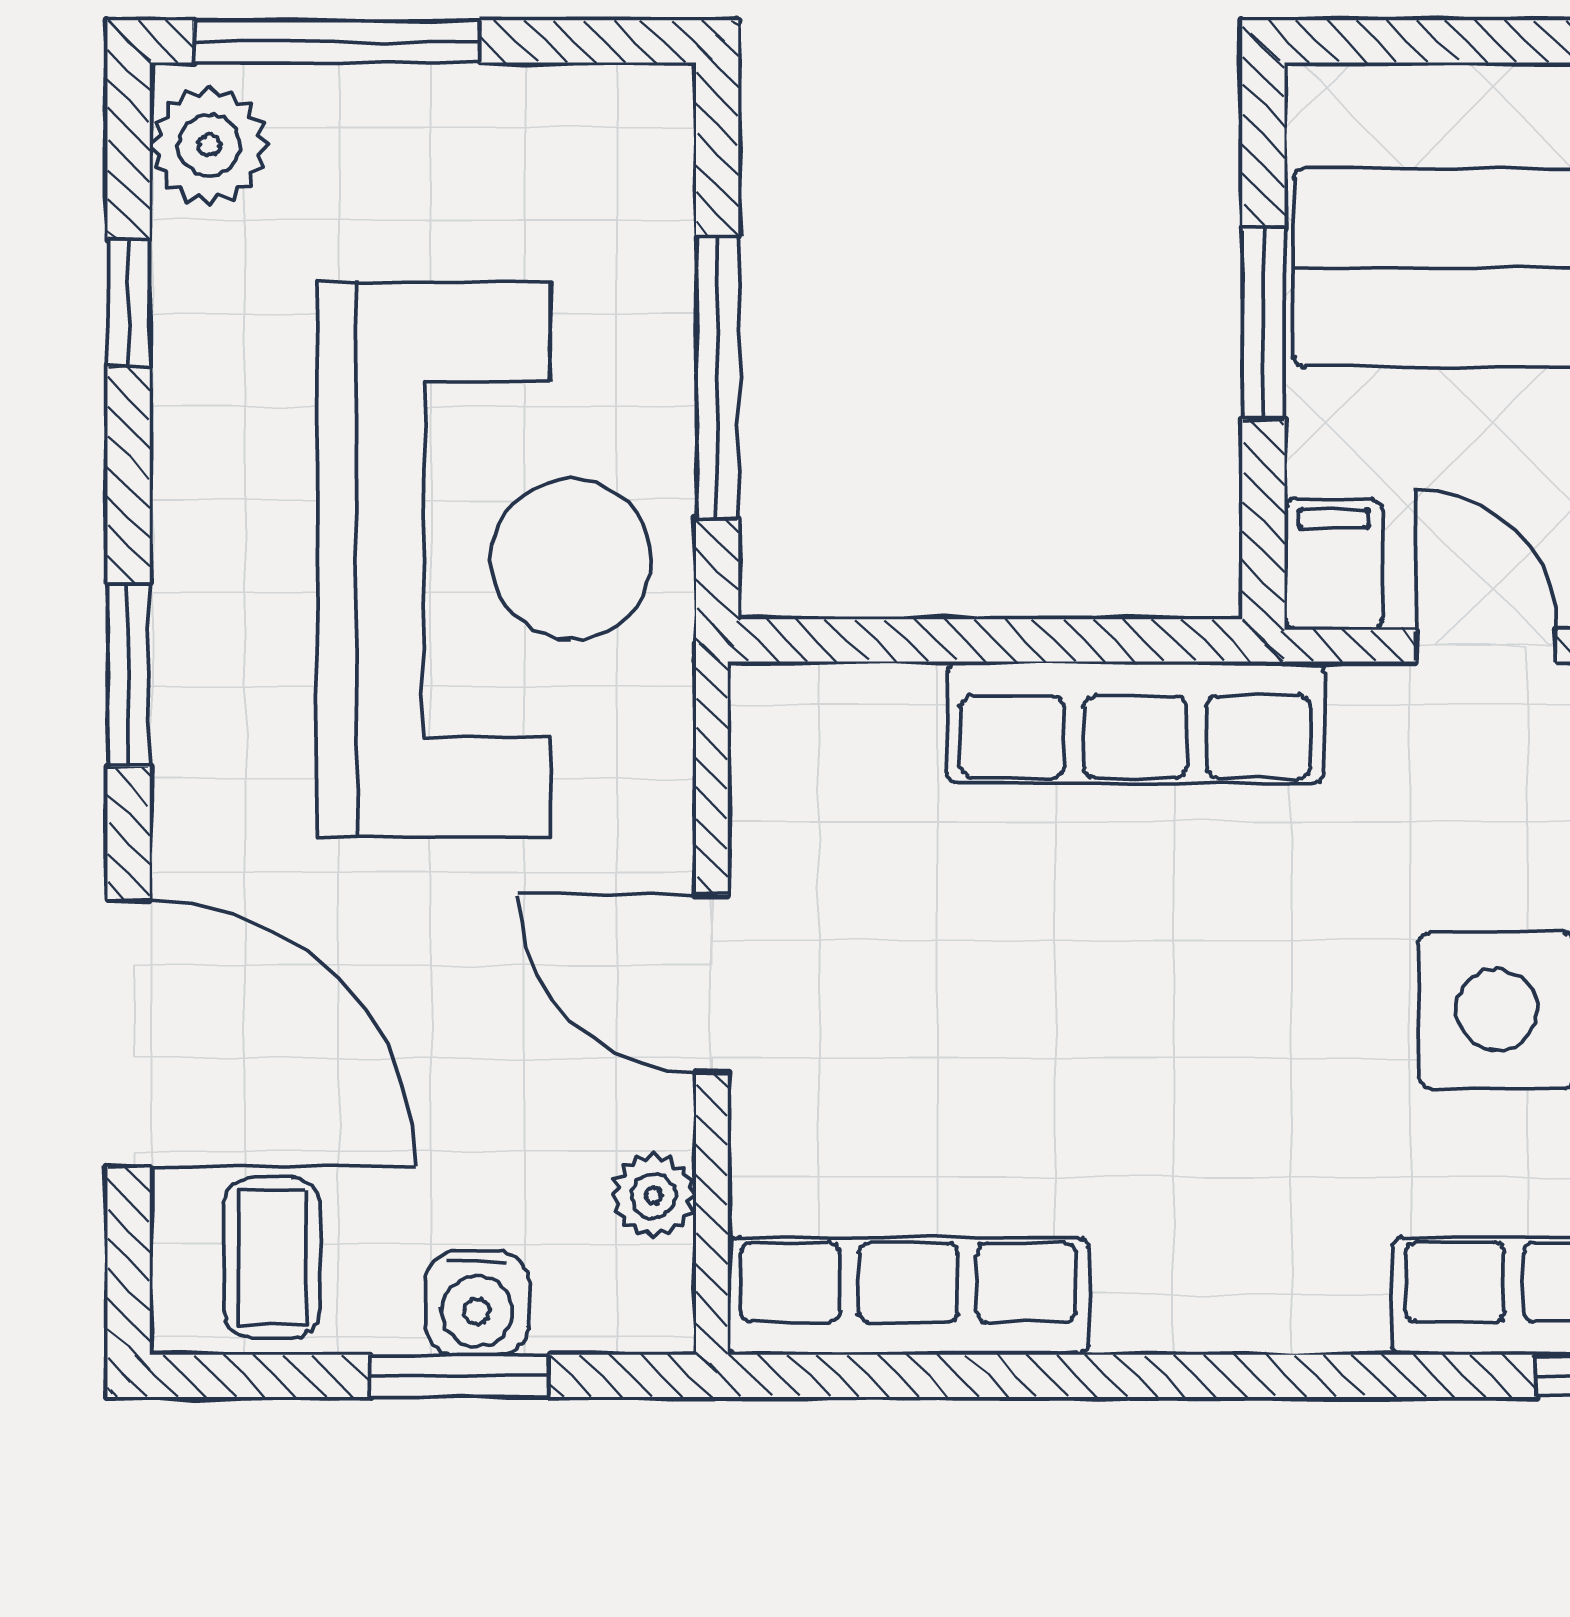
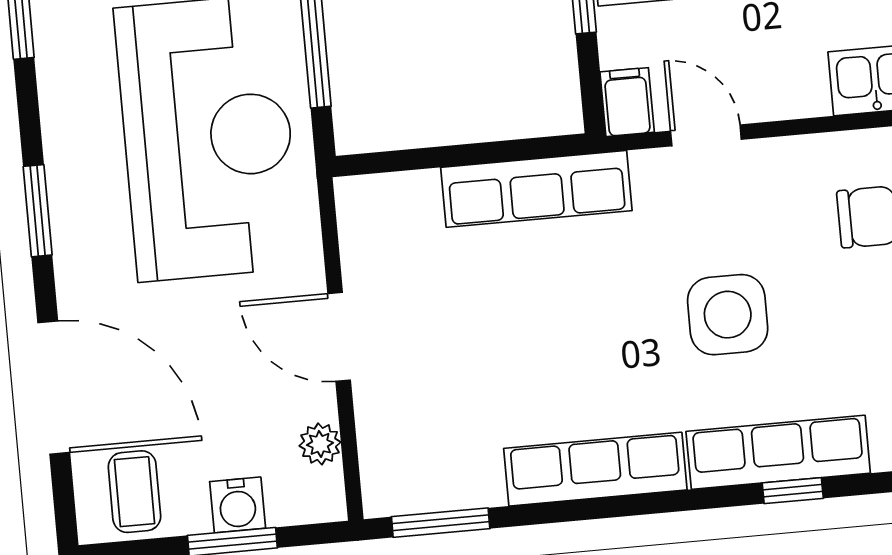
row of seats: (908, 1296) -> (595, 469), moved
window: (882, 1376) -> (441, 523), added

